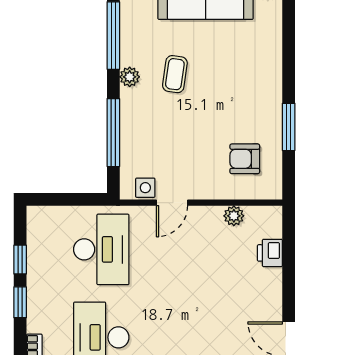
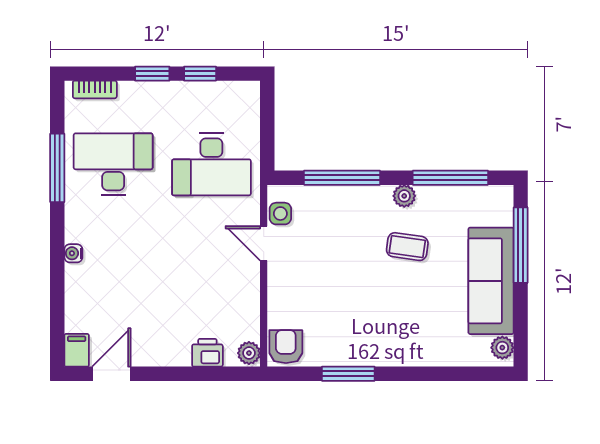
armchair: (245, 159) -> (286, 347), moved
plant: (234, 216) -> (249, 353), moved

